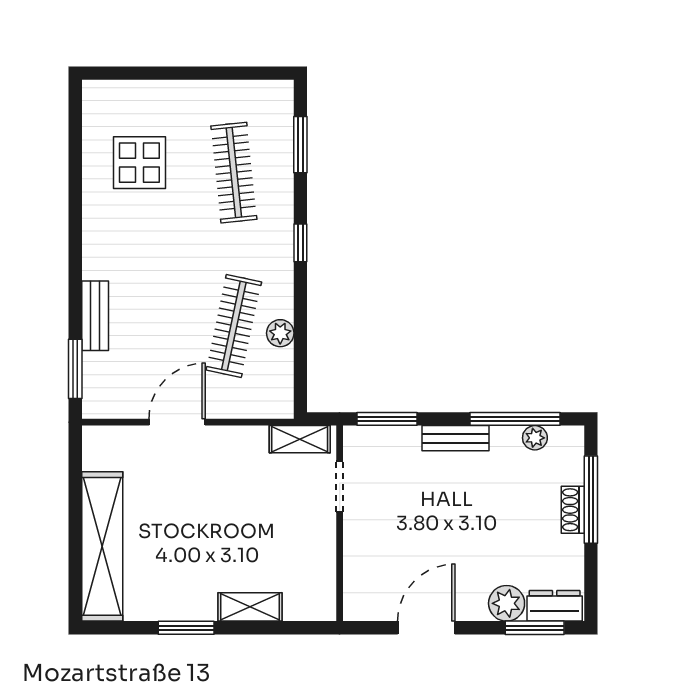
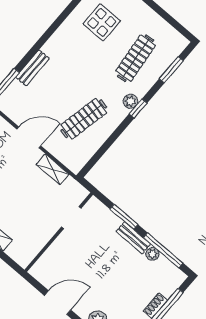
plant: (280, 333) -> (130, 101), moved
window: (387, 419) -> (124, 217), moved
plant: (535, 438) -> (152, 254), moved
shelving: (300, 439) -> (53, 169), moved

